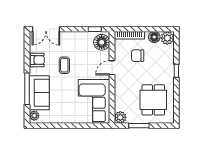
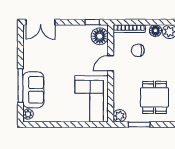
armchair: (37, 60) -> (31, 55), removed
coffee table: (64, 65) -> (60, 61), removed

